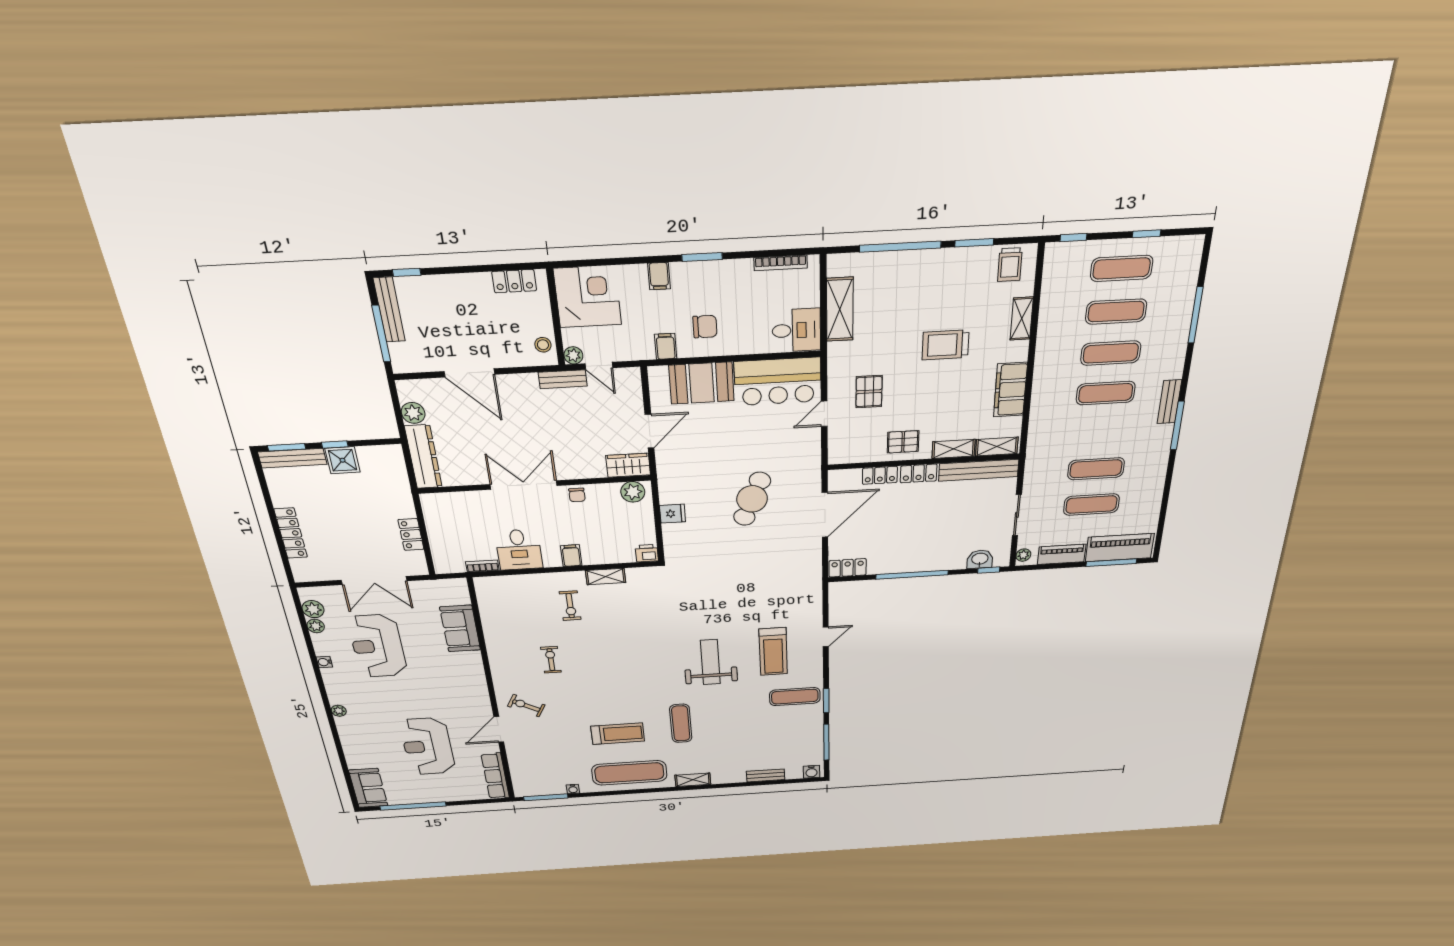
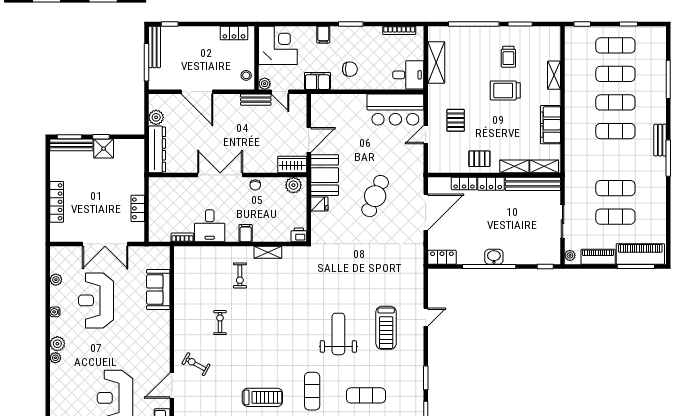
trolley: (1010, 265) -> (508, 57), moved
filing cabinet: (666, 346) -> (317, 81), width x2.00
booth: (702, 383) -> (325, 175), moved, turned 90
washbasin: (980, 559) -> (494, 257), moved
plant: (313, 609) -> (57, 344), moved
exercise mat: (795, 697) -> (366, 395), moved

